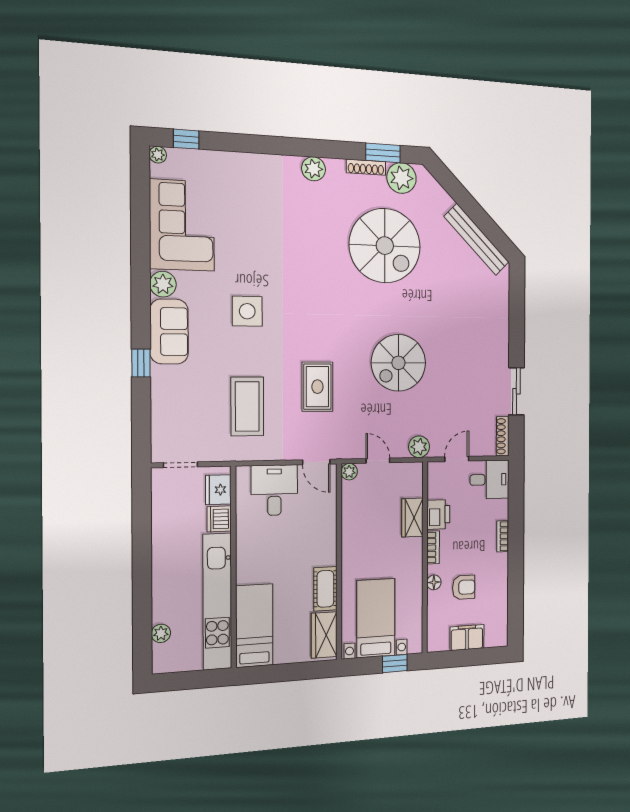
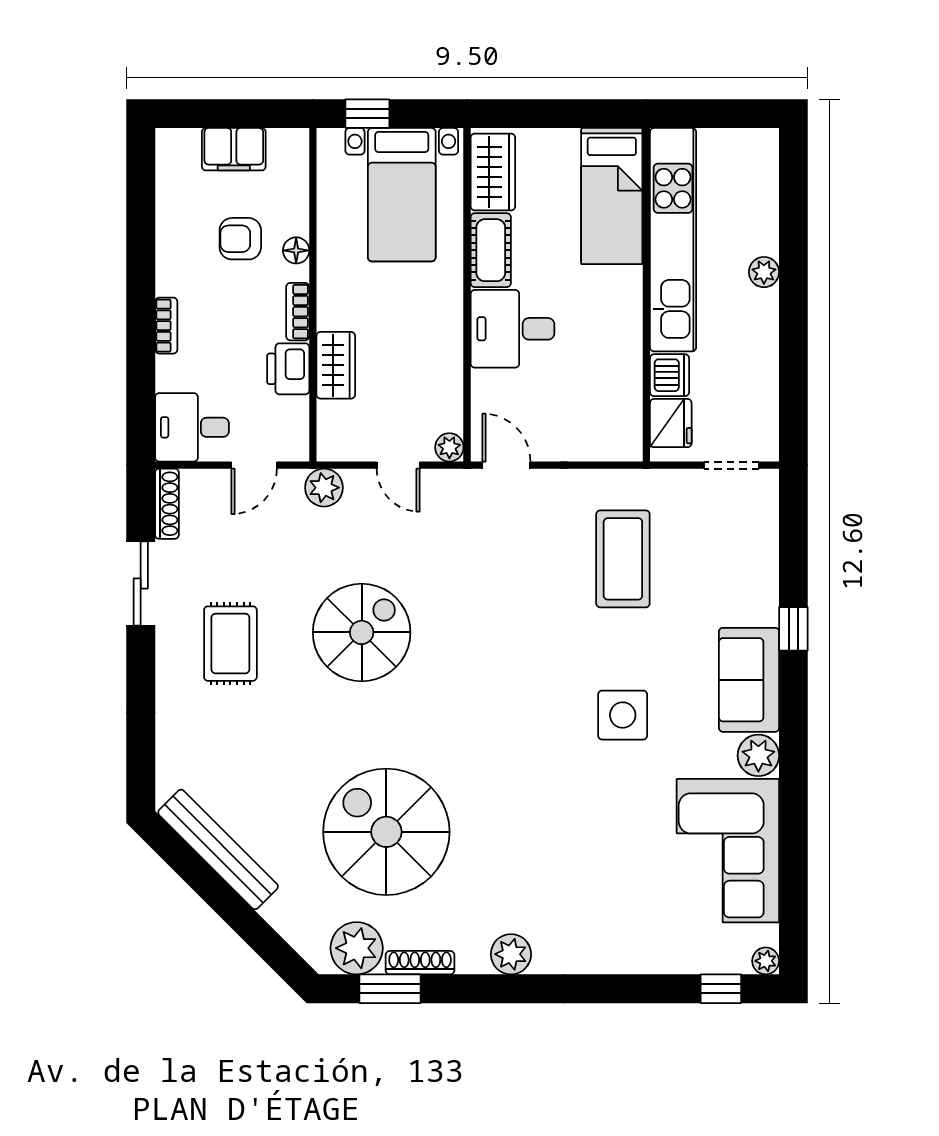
rug: (317, 387) -> (230, 644), moved
desk: (274, 490) -> (513, 329), moved, turned 90
plant: (161, 633) -> (764, 272), moved

